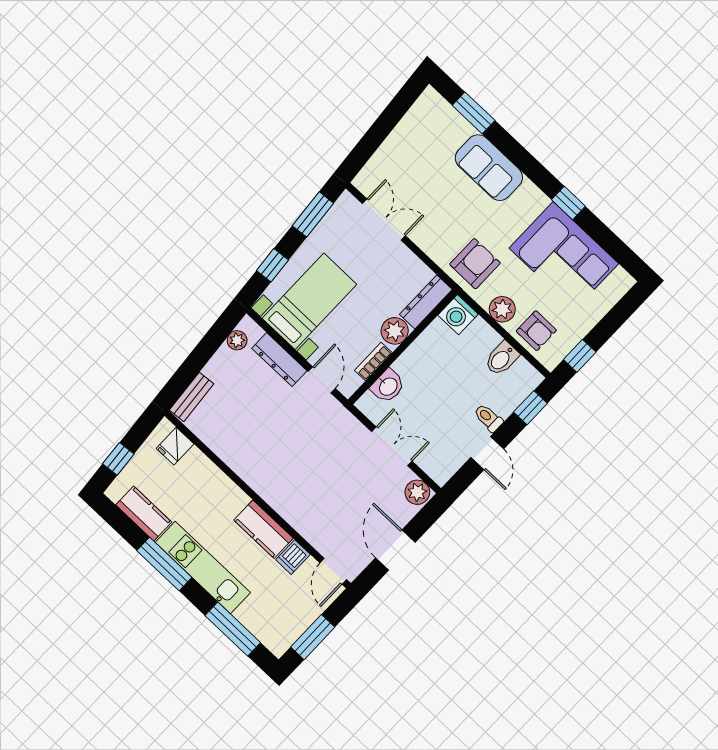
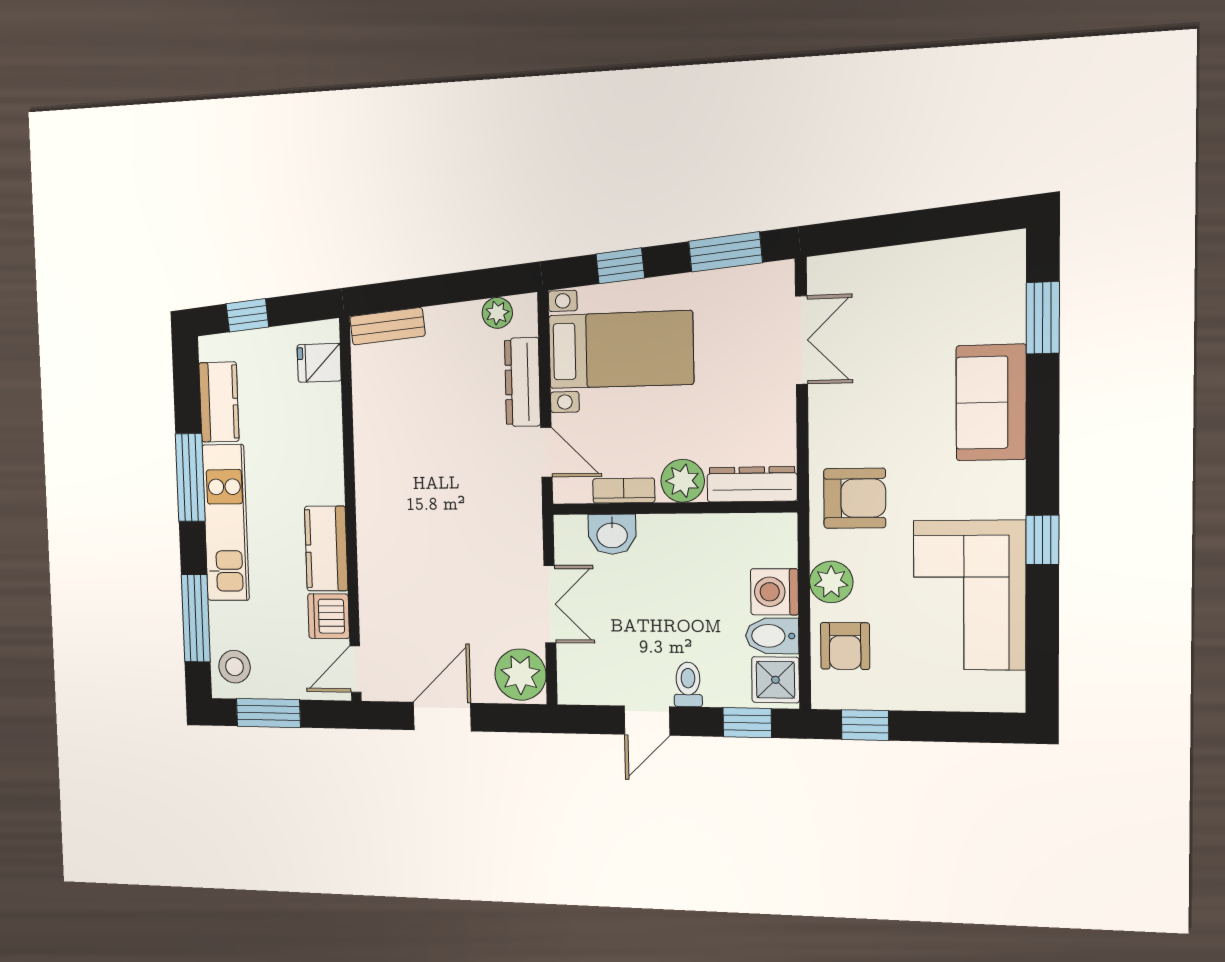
washing machine: (458, 315) -> (774, 592), moved
shower: (523, 376) -> (775, 680), added
door: (322, 380) -> (546, 452), hinge flipped
plant: (417, 492) -> (520, 675), width x1.36, depth x1.36
dishwasher: (293, 557) -> (329, 616), width x1.38
stool: (275, 632) -> (234, 667), added

